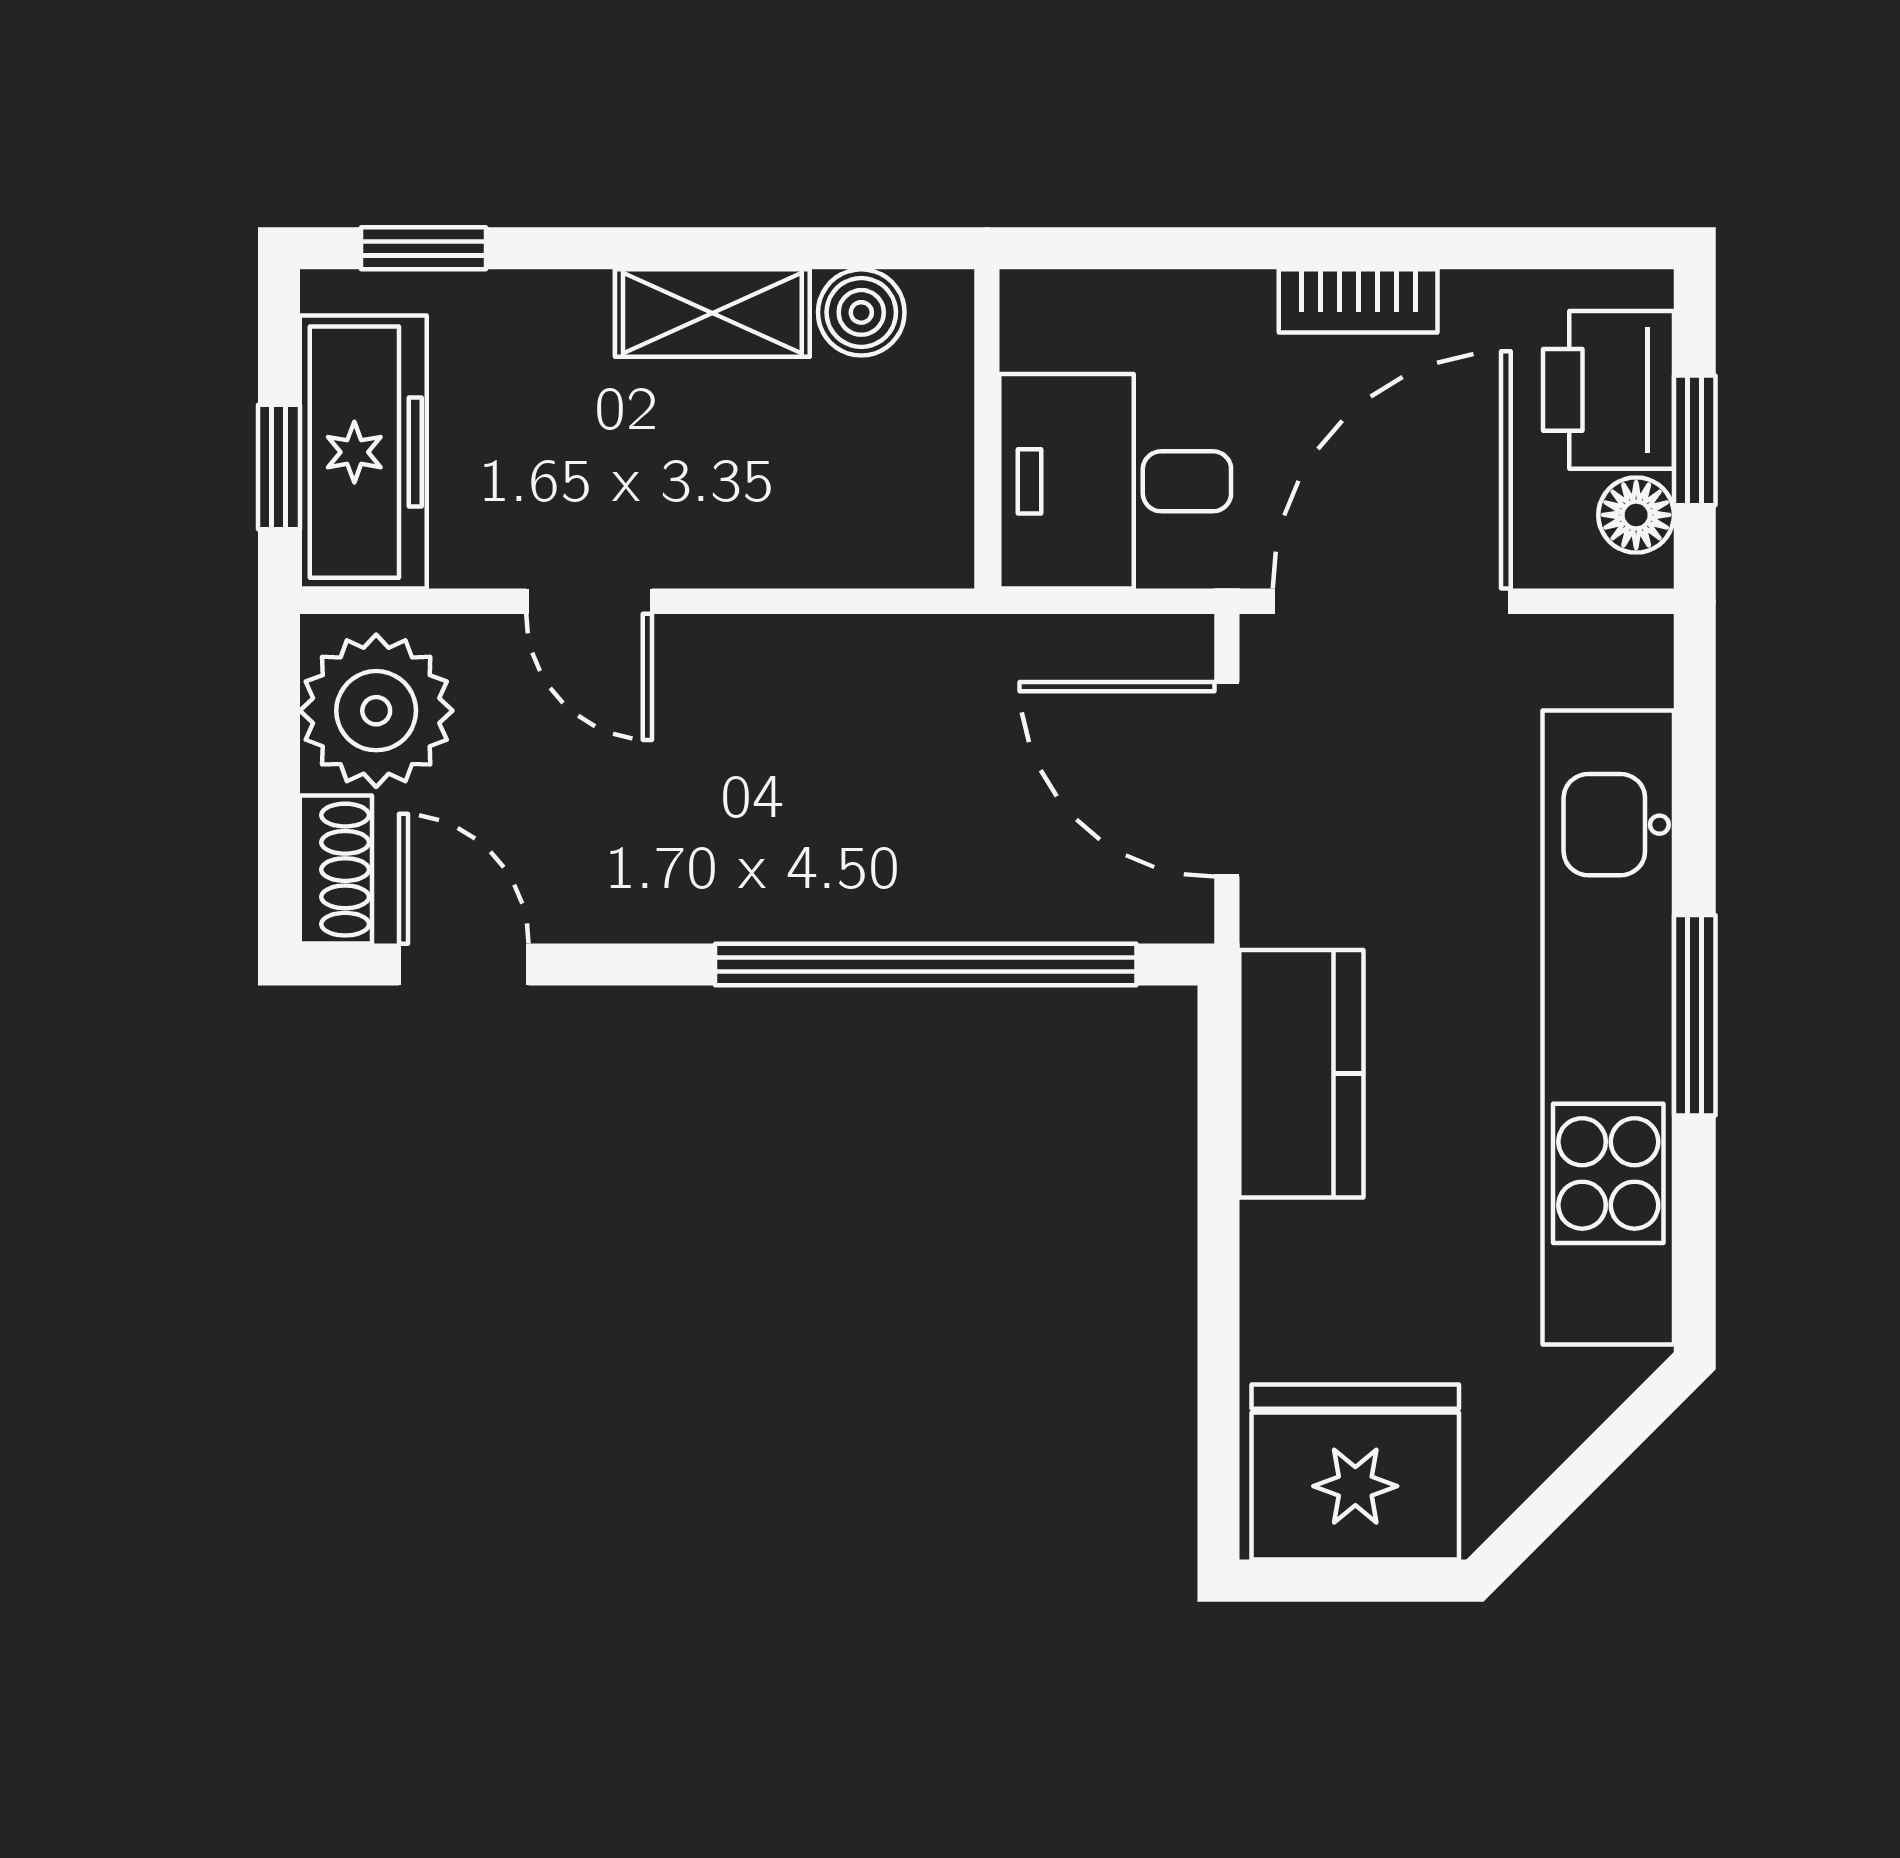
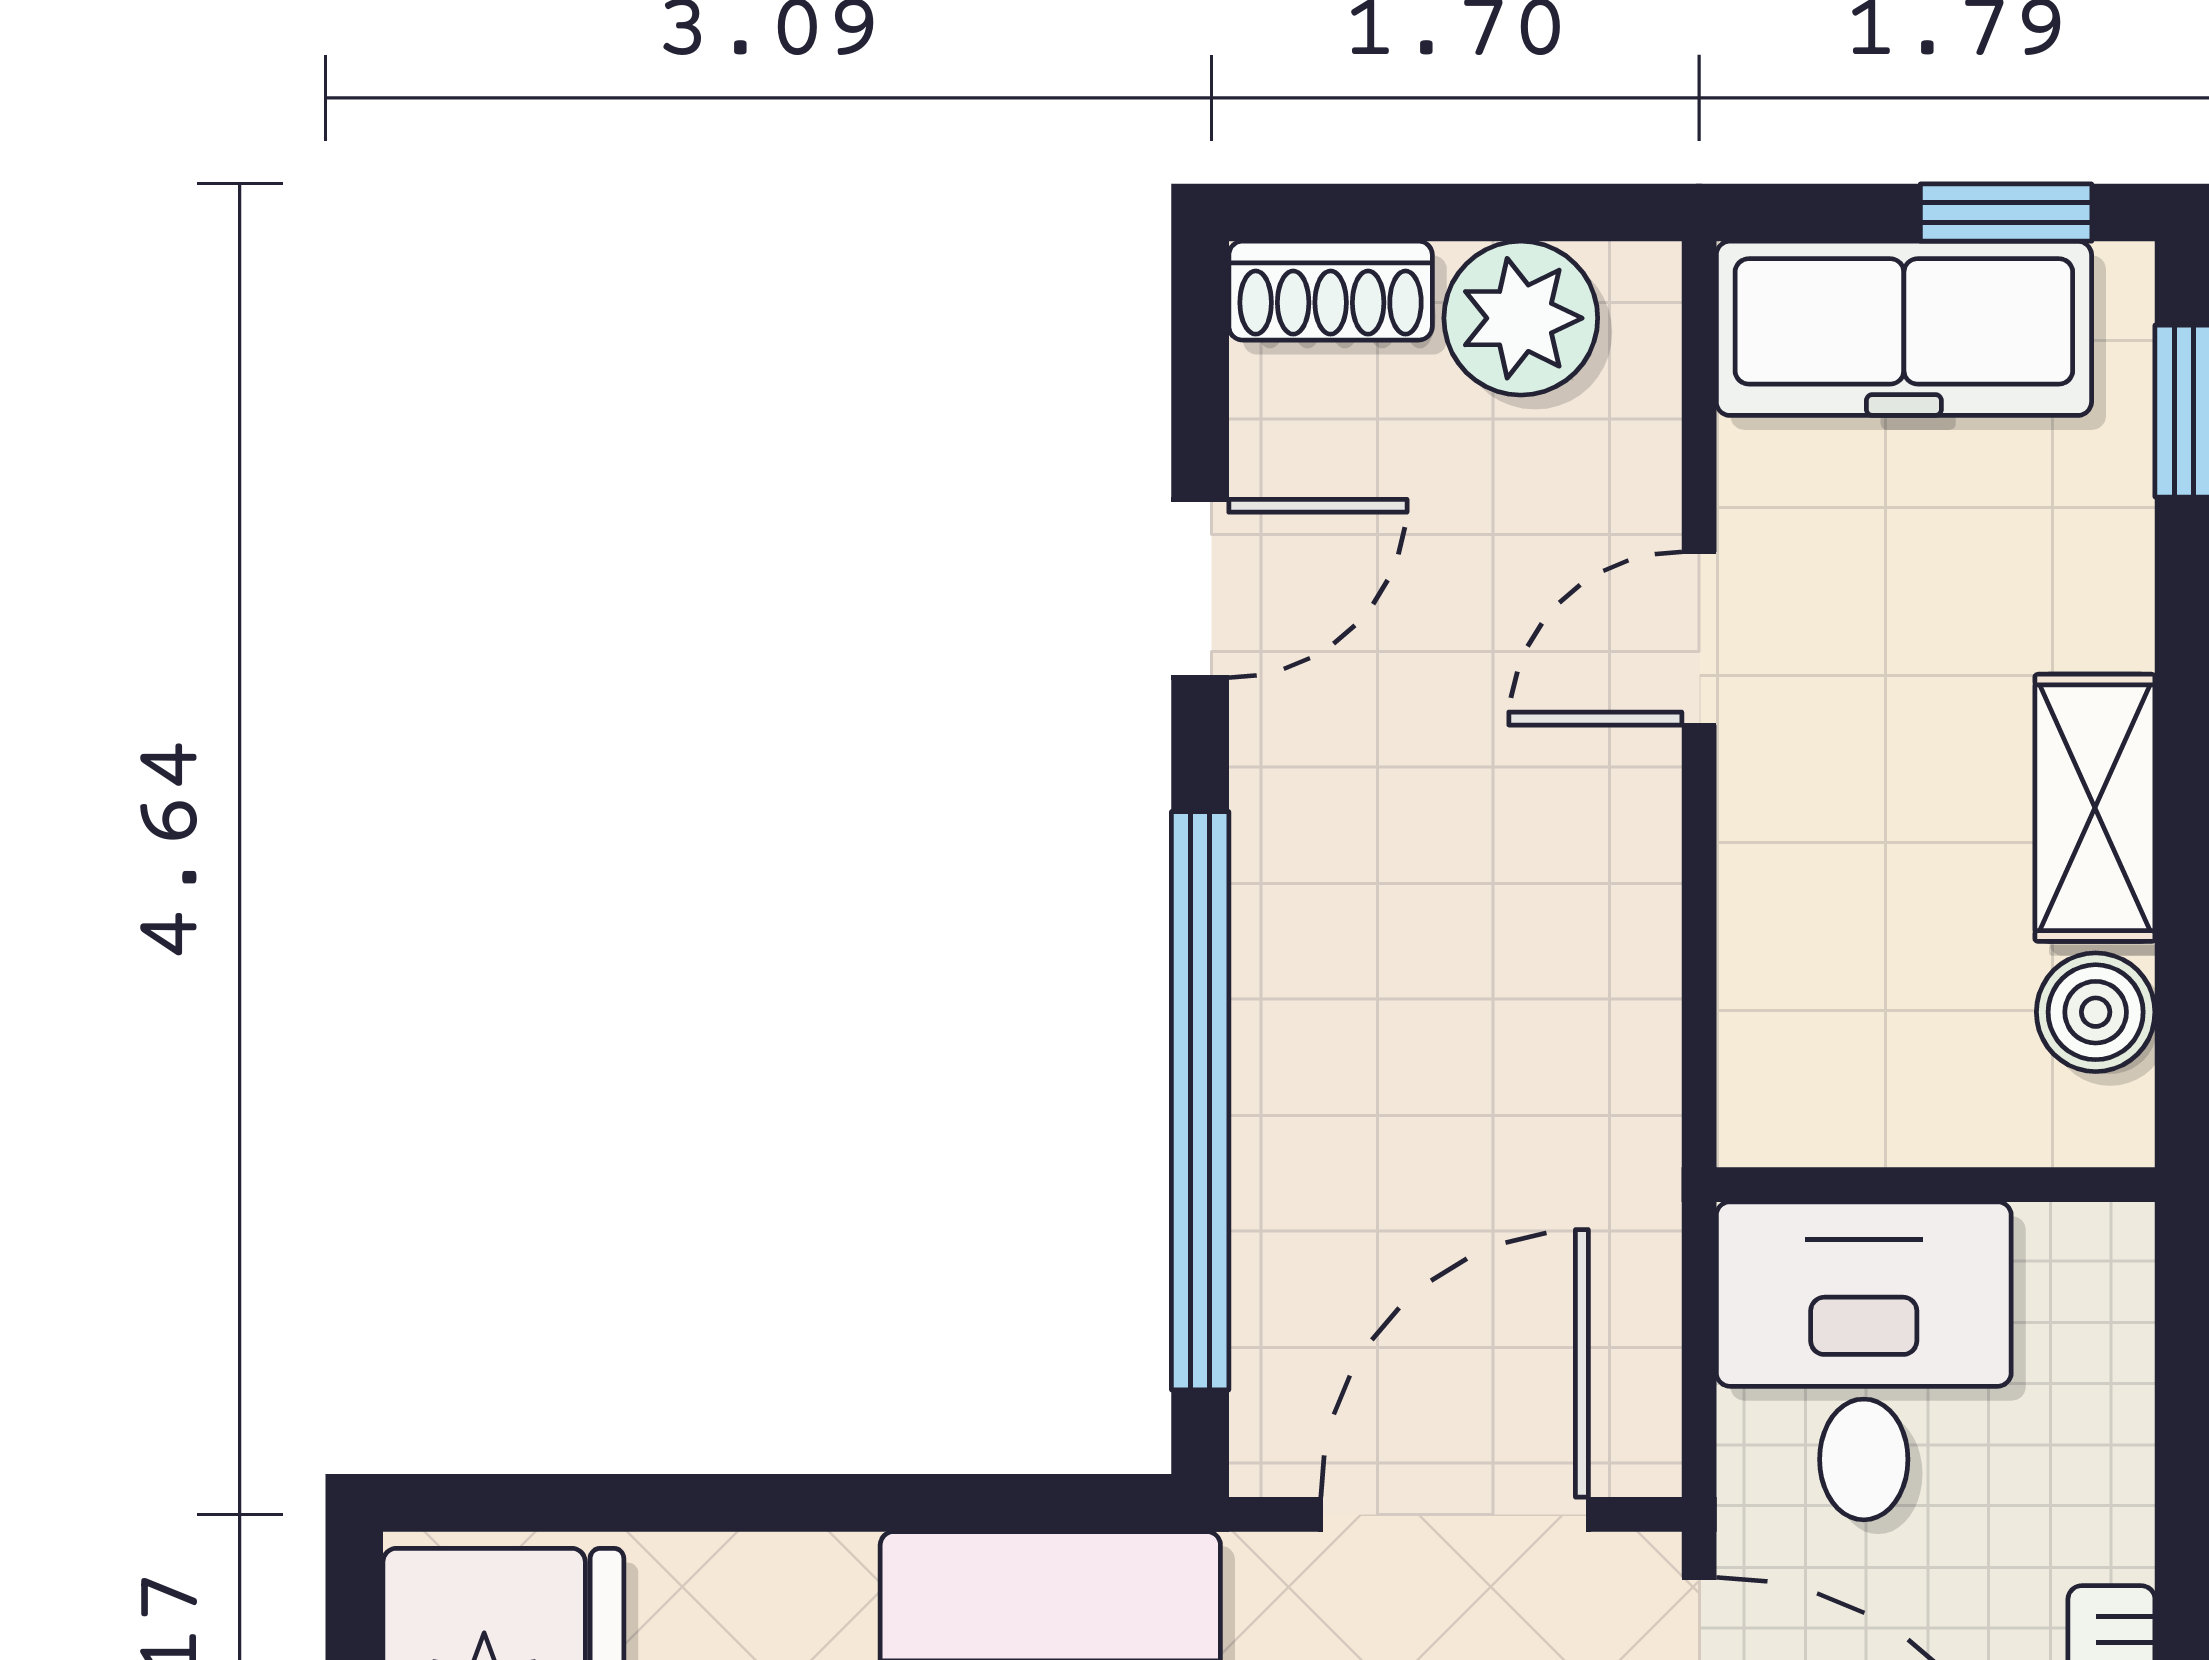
window: (279, 467) -> (2006, 213), moved
plant: (376, 711) -> (1521, 318), width x0.73, depth x0.73
door: (464, 965) -> (1200, 588), moved

